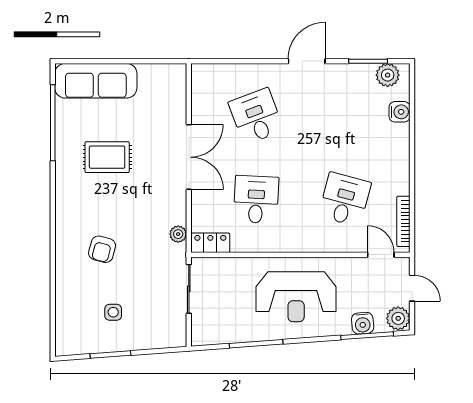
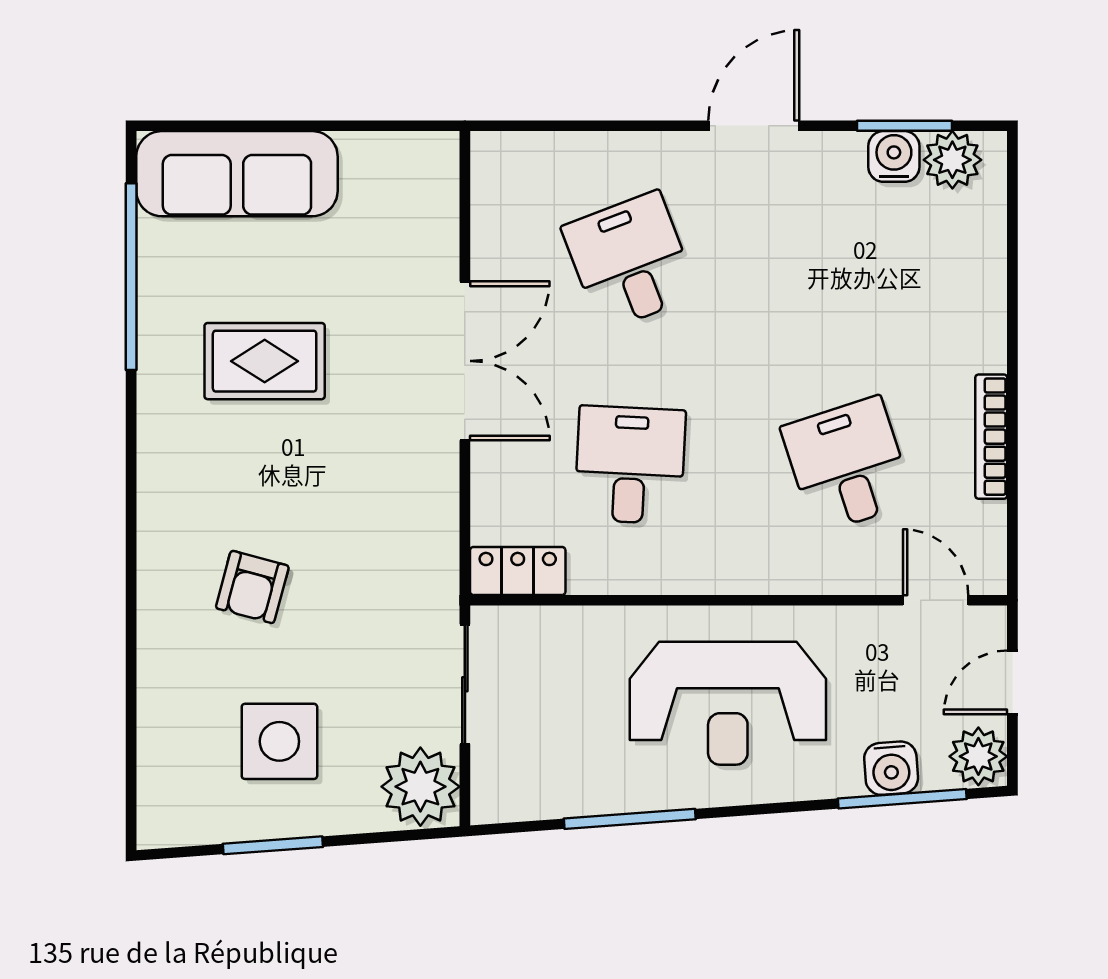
water cooler: (400, 112) -> (894, 156), moved, turned -90
desk: (345, 199) -> (847, 465), turned -33
bookcase: (403, 221) -> (991, 437), moved
plant: (178, 234) -> (420, 787), moved, width x1.88, depth x1.88
door: (412, 288) -> (1012, 682), swing flipped
side table: (113, 312) -> (279, 741), width x1.87, depth x1.87

